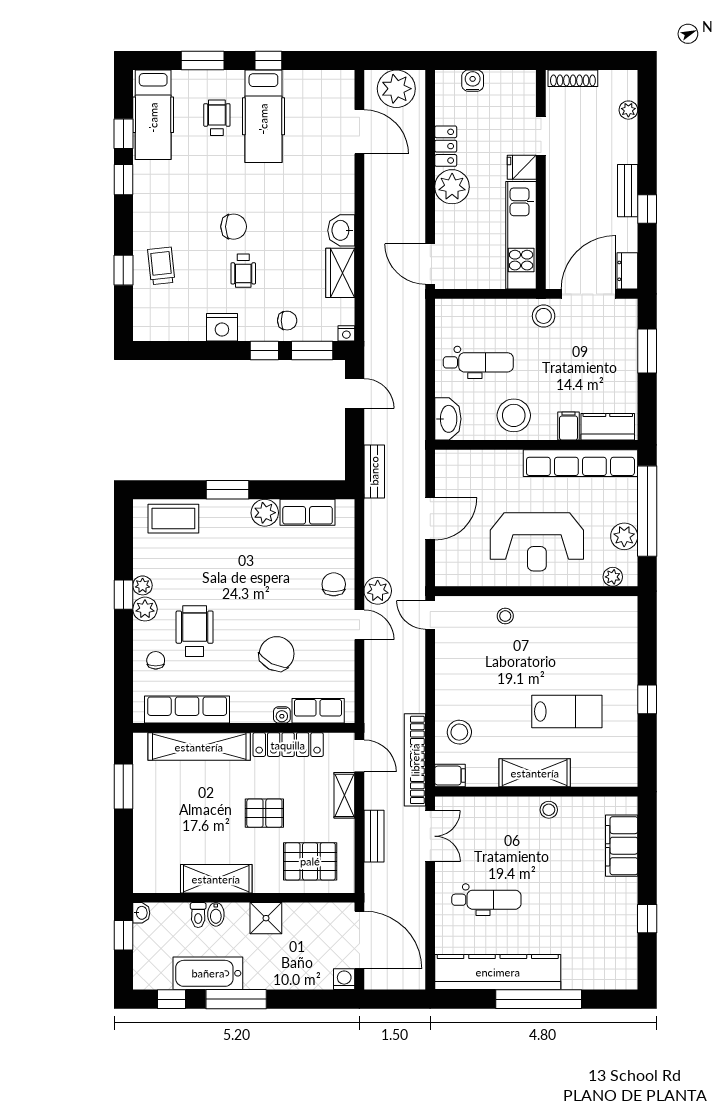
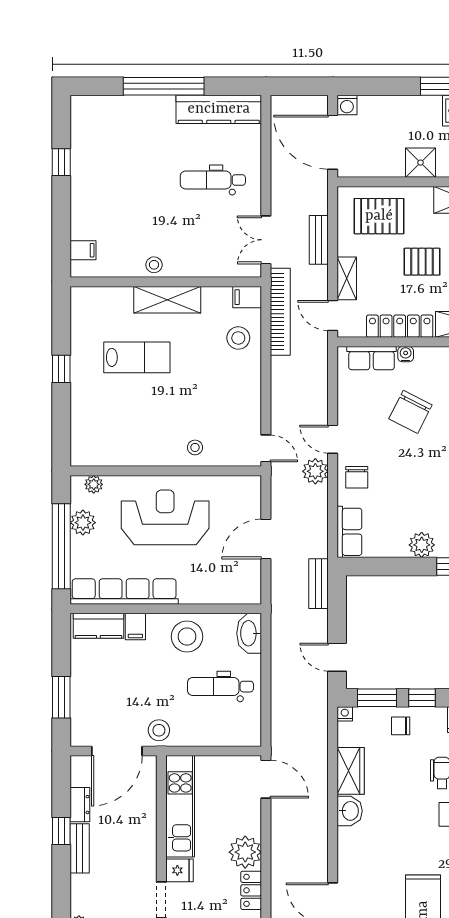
dresser: (627, 271) -> (80, 805), moved
row of seats: (308, 512) -> (349, 532), moved, turned 90
lab bench: (567, 711) -> (137, 357), turned 180
filing cabinet: (622, 846) -> (83, 250), width x0.33, depth x0.86
kitchen counter: (498, 972) -> (219, 109), width x0.72, depth x0.86

